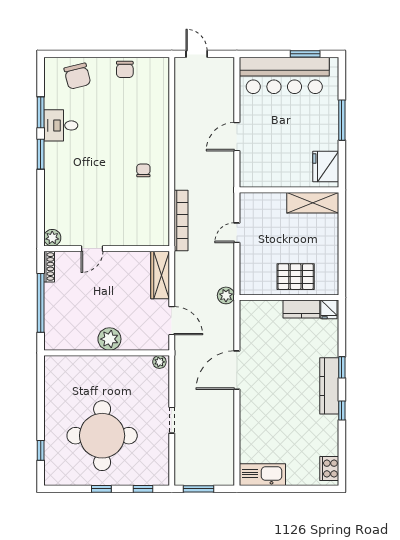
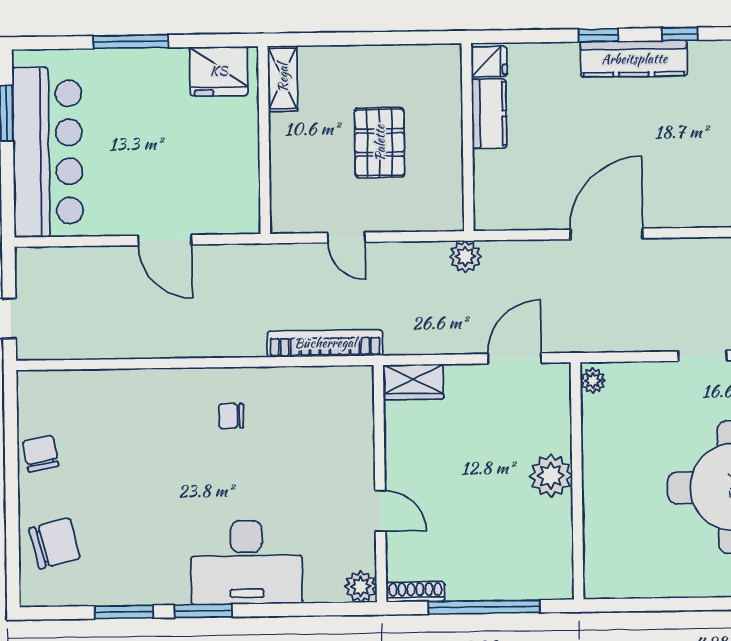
chair: (125, 69) -> (41, 454), turned -101
desk: (61, 125) -> (247, 562), moved, width x1.87, depth x1.30
shelving: (313, 203) -> (283, 78), width x0.67, depth x0.75
wardrobe: (160, 275) -> (413, 382), width x0.67
pallet: (296, 277) -> (380, 143), moved
door: (237, 370) -> (606, 234), swing flipped

